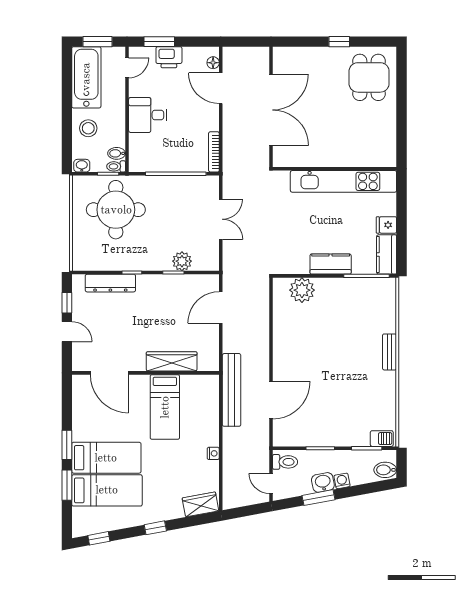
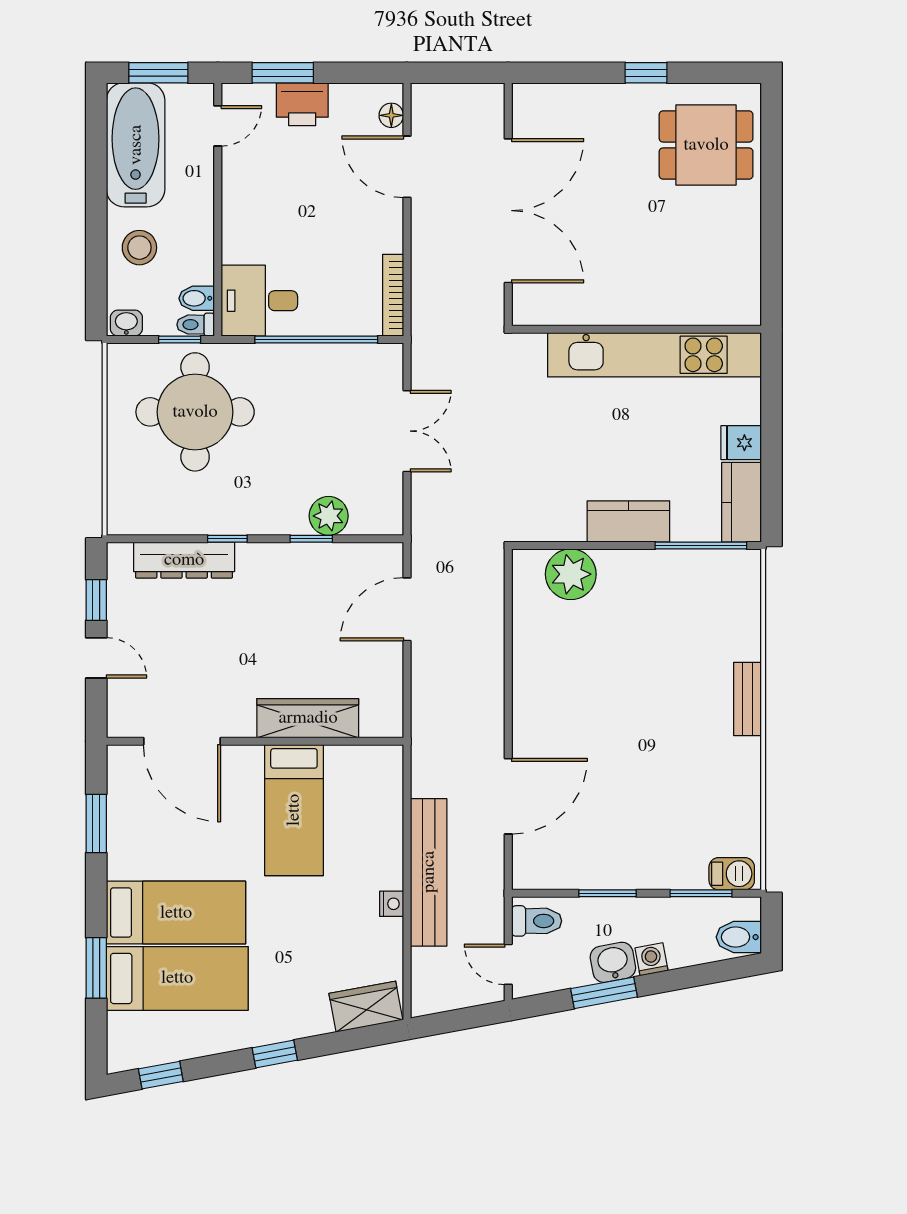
dining table: (369, 77) -> (706, 145), turned 90
desk: (148, 115) -> (259, 301), moved
bench: (232, 390) -> (429, 872), moved
window: (67, 445) -> (96, 823), moved

